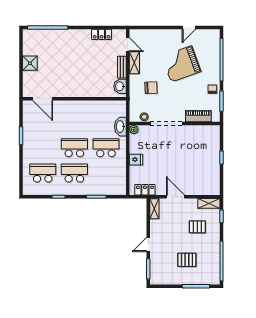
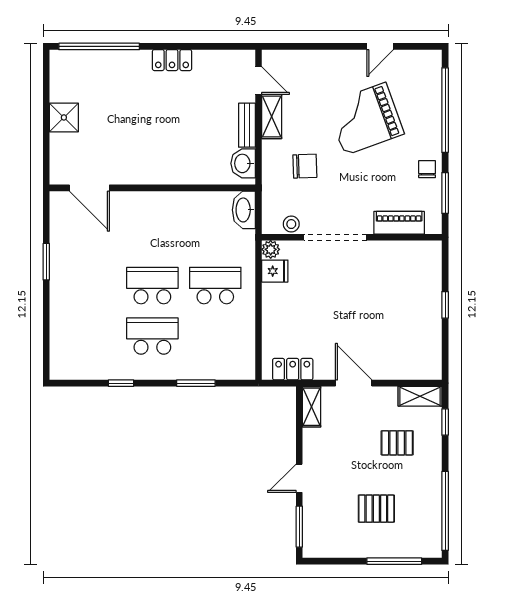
locker: (102, 34) -> (172, 60), moved
washbasin: (120, 127) -> (244, 210), moved
fridge: (136, 160) -> (275, 271), moved
school desk: (43, 173) -> (89, 336), removed

